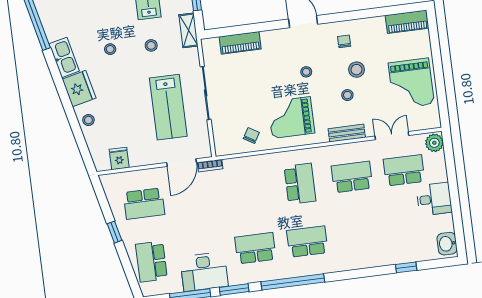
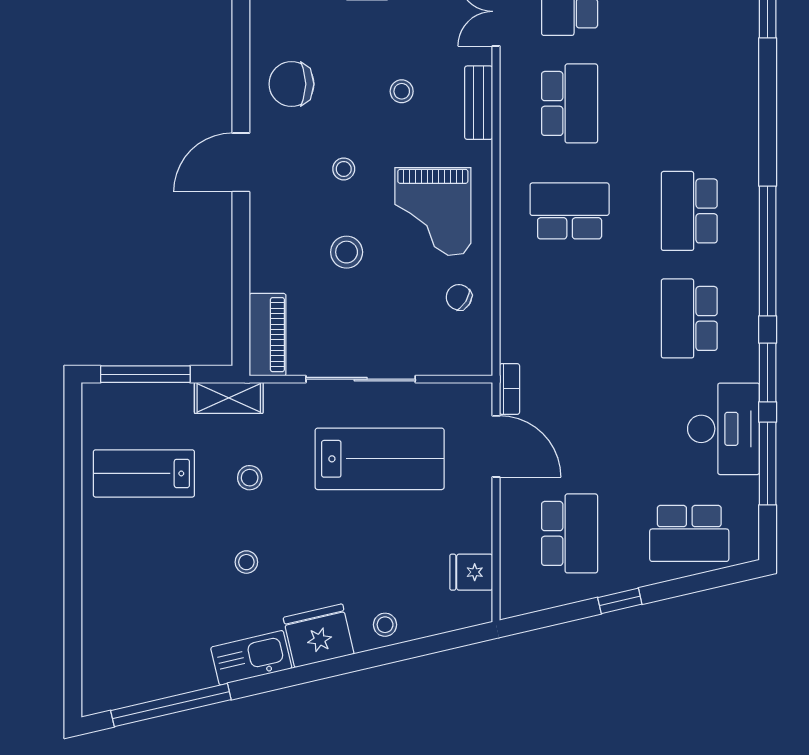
chair: (344, 41) -> (292, 84), width x1.87, depth x1.87
piano: (240, 43) -> (267, 335), moved
stool: (357, 70) -> (347, 252), moved
school desk: (352, 177) -> (570, 103), turned 180

